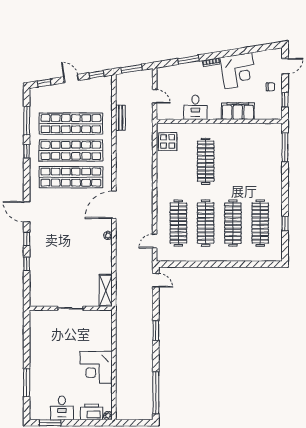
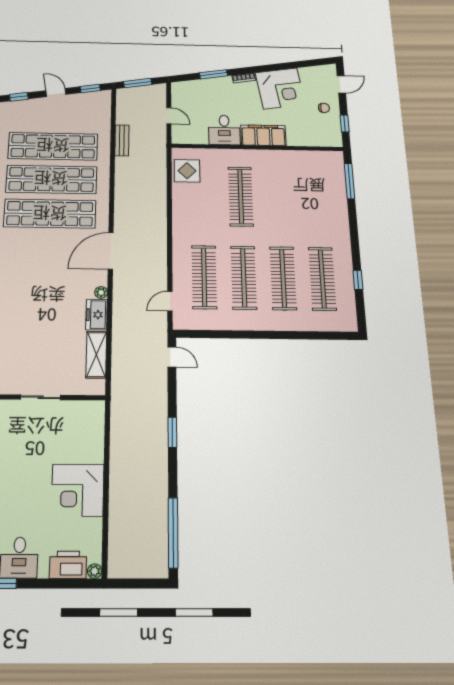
filing cabinet: (238, 111) -> (263, 135), moved
freezer: (105, 251) -> (97, 315), added
shelving: (106, 290) -> (96, 355), moved

